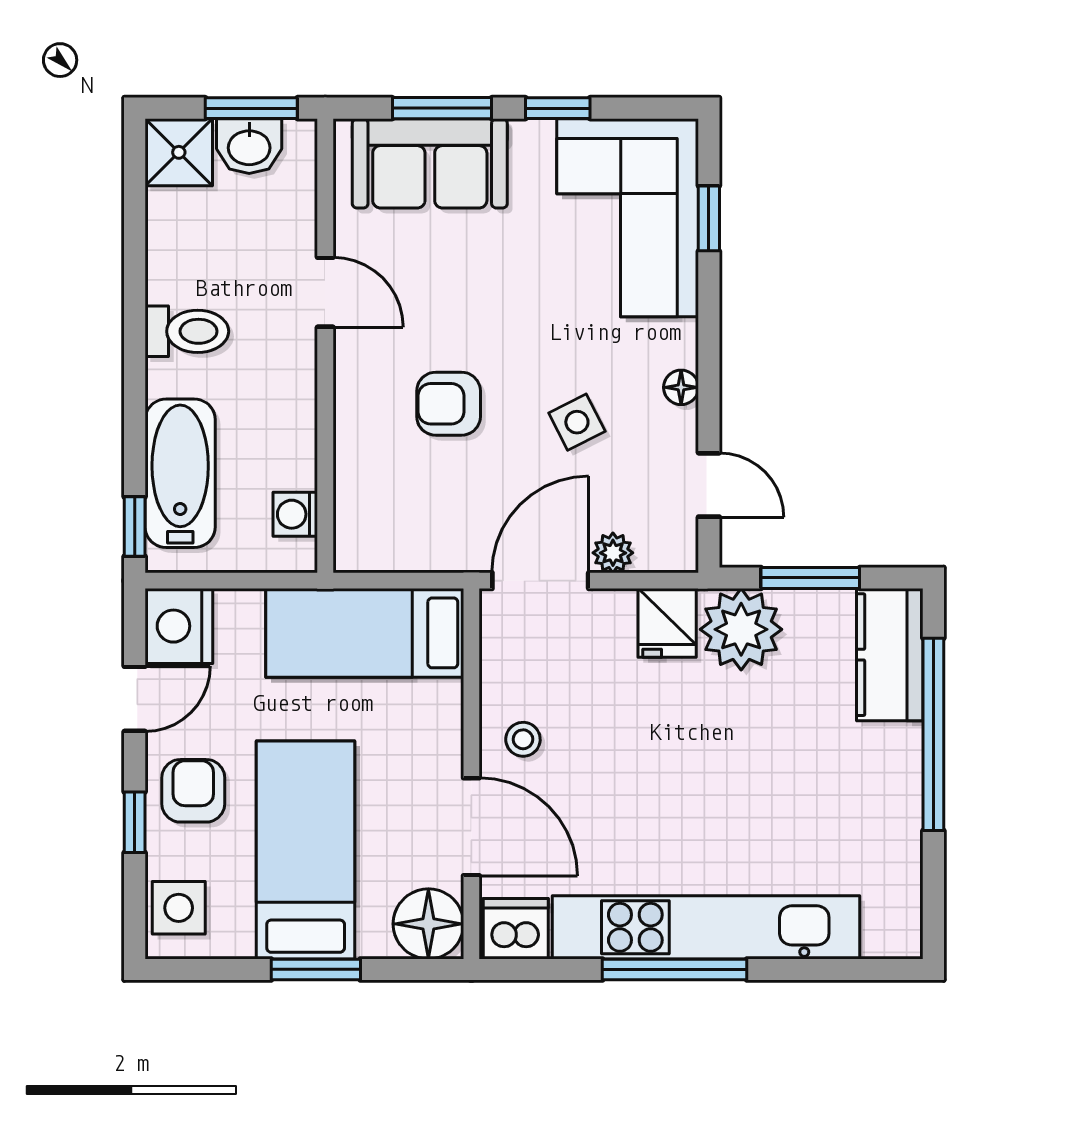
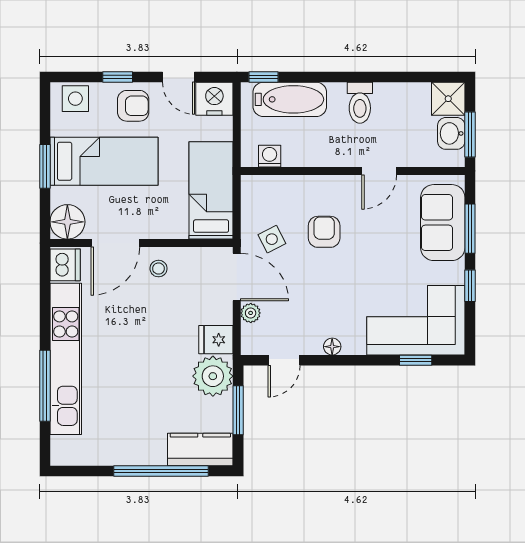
side table: (577, 422) -> (272, 239), moved
window: (675, 969) -> (45, 386), moved

